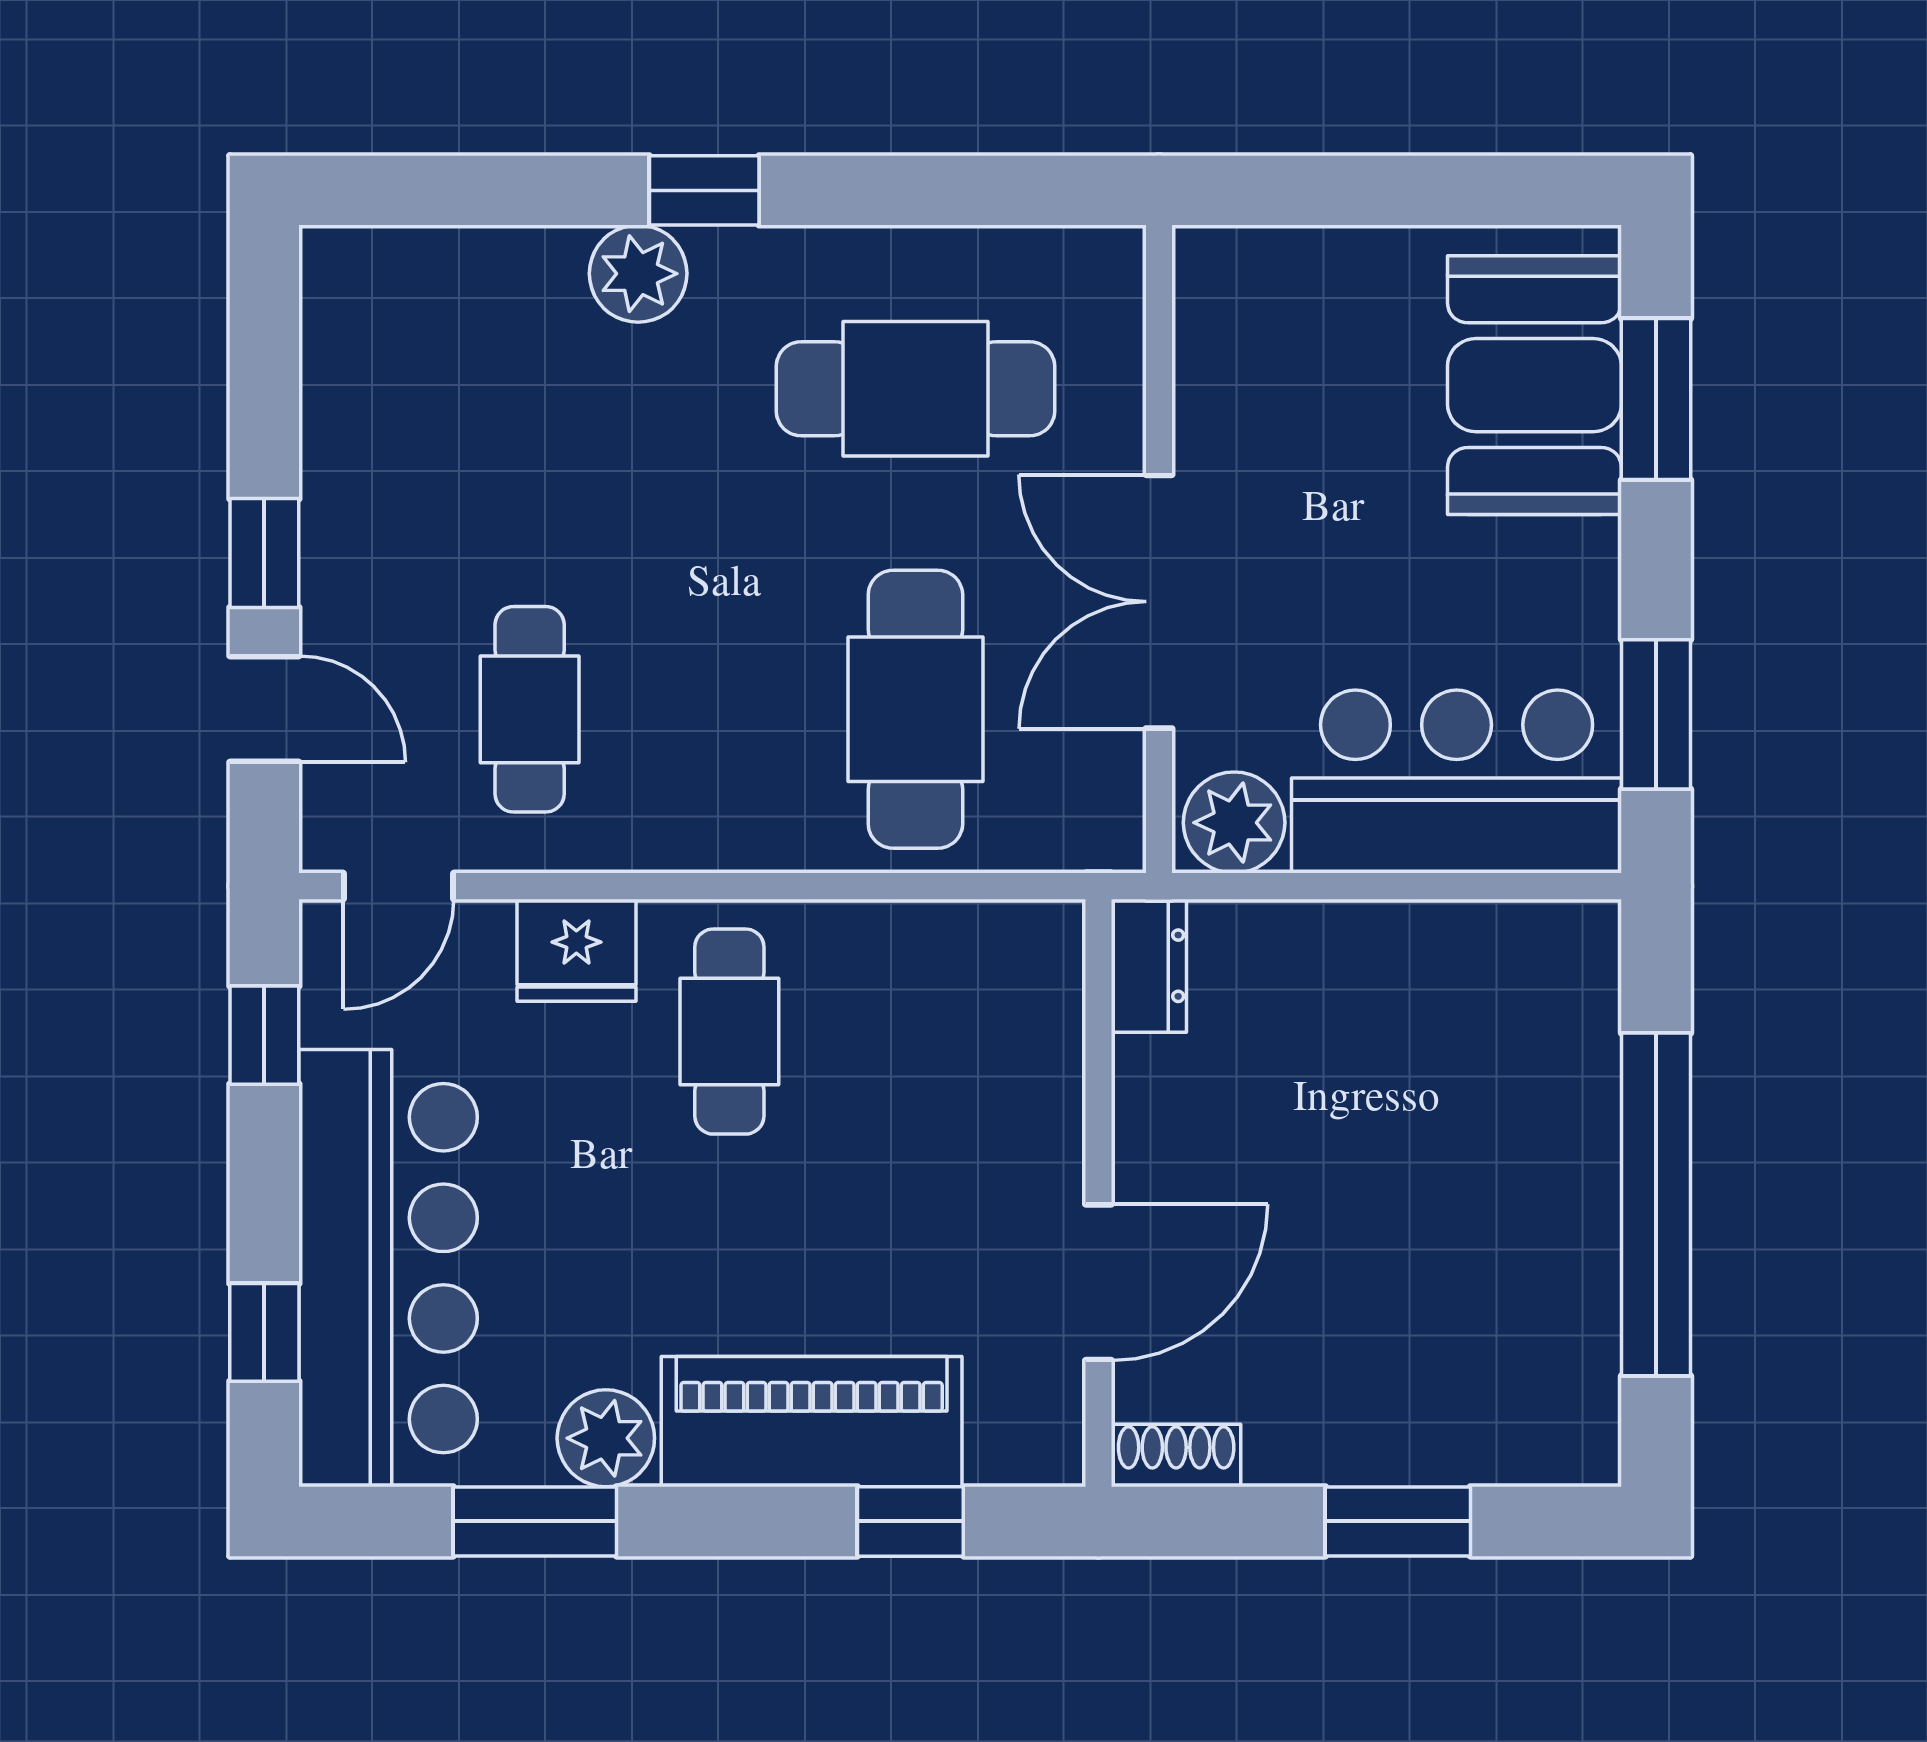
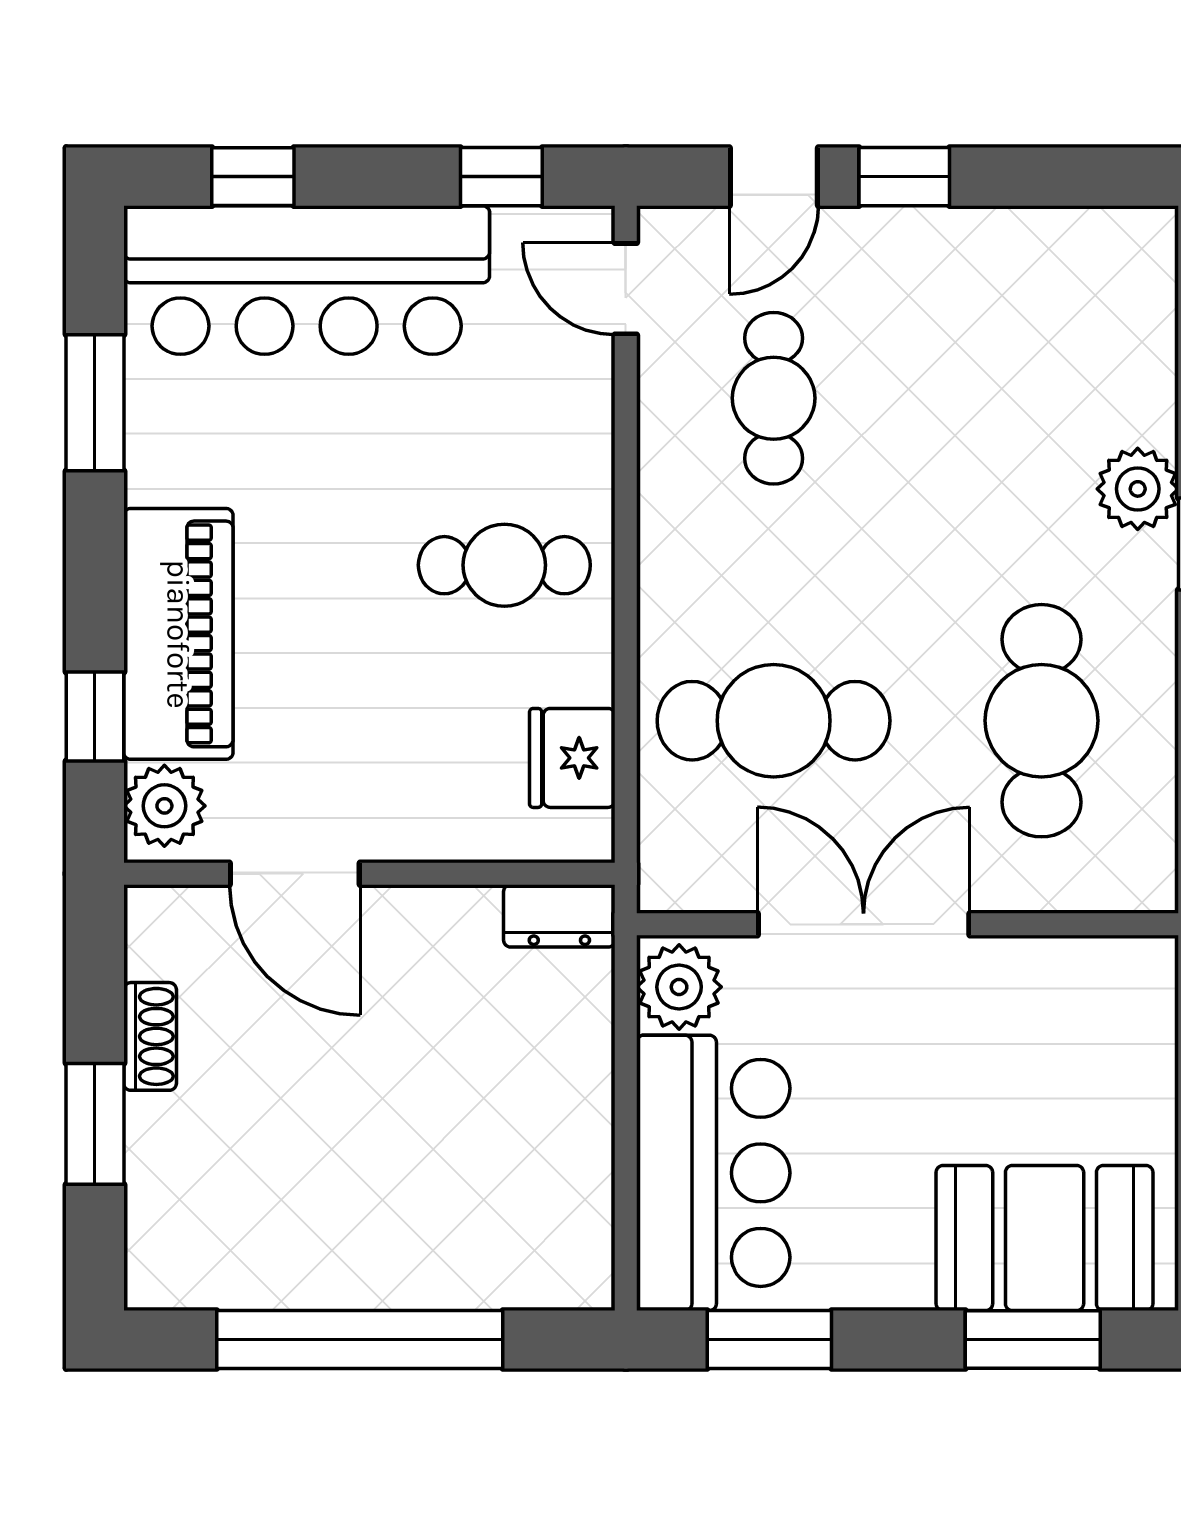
cafe table: (530, 709) -> (774, 398), turned 90
fridge: (576, 950) -> (572, 758), moved
plant: (606, 1438) -> (164, 806), moved
shoe rack: (1176, 1455) -> (150, 1036), moved

